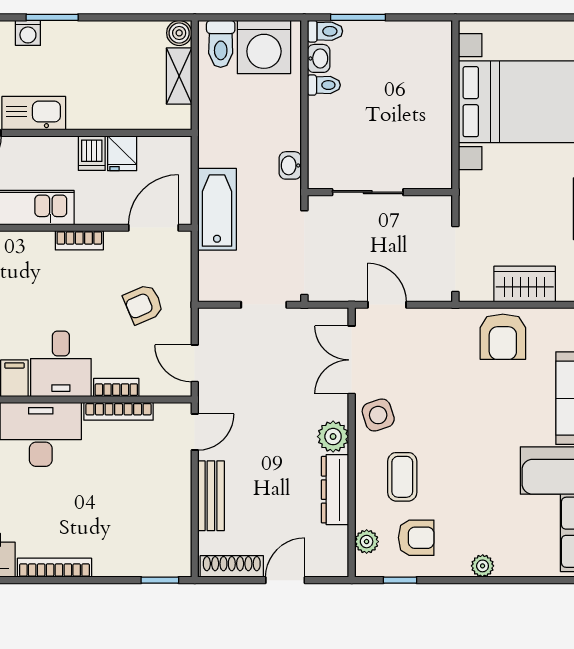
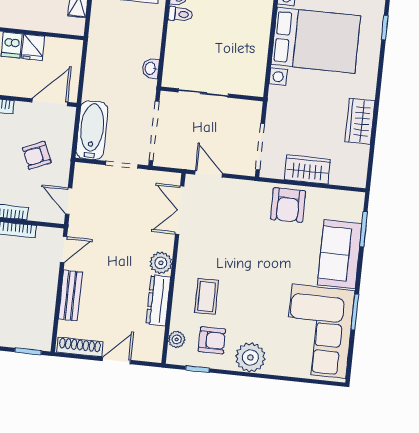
bathtub: (217, 209) -> (92, 130), moved
side table: (378, 415) -> (194, 251), removed
plant: (483, 566) -> (250, 357), width x1.88, depth x1.88

